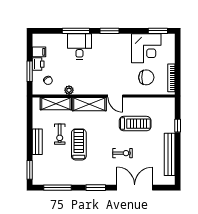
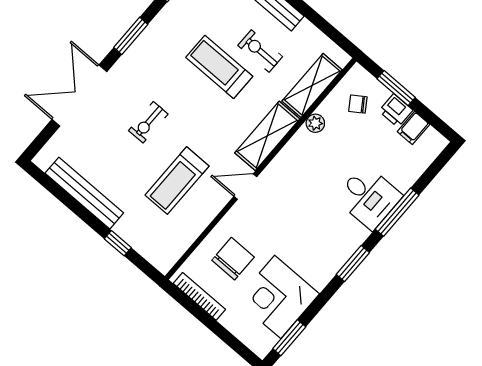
chair: (146, 77) -> (233, 259), turned 180
treadmill: (79, 144) -> (219, 67), turned 180
double door: (135, 188) -> (79, 95), swing flipped

